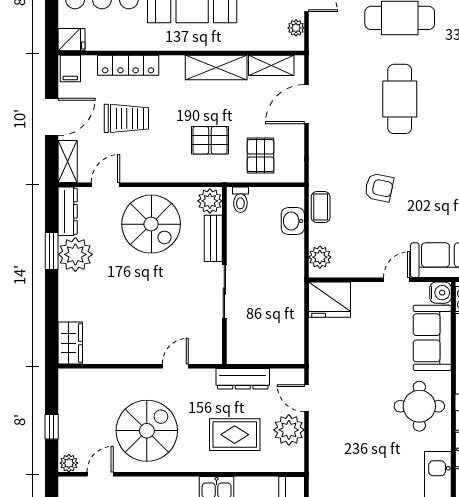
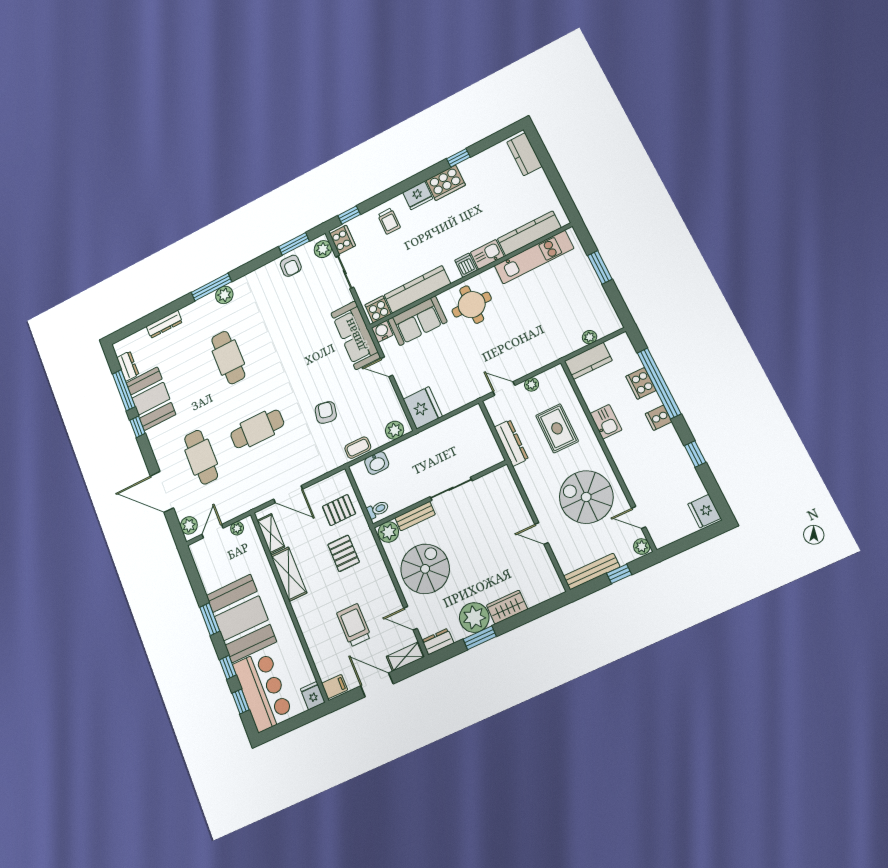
locker: (128, 65) -> (314, 642), removed
dresser: (68, 211) -> (438, 642), width x0.70
wardrobe: (70, 343) -> (507, 607), moved
door: (175, 366) -> (541, 534), moved
door: (306, 398) -> (504, 389), swing flipped
bench: (67, 400) -> (592, 572), added
plant: (289, 430) -> (532, 384), width x0.53, depth x0.53

